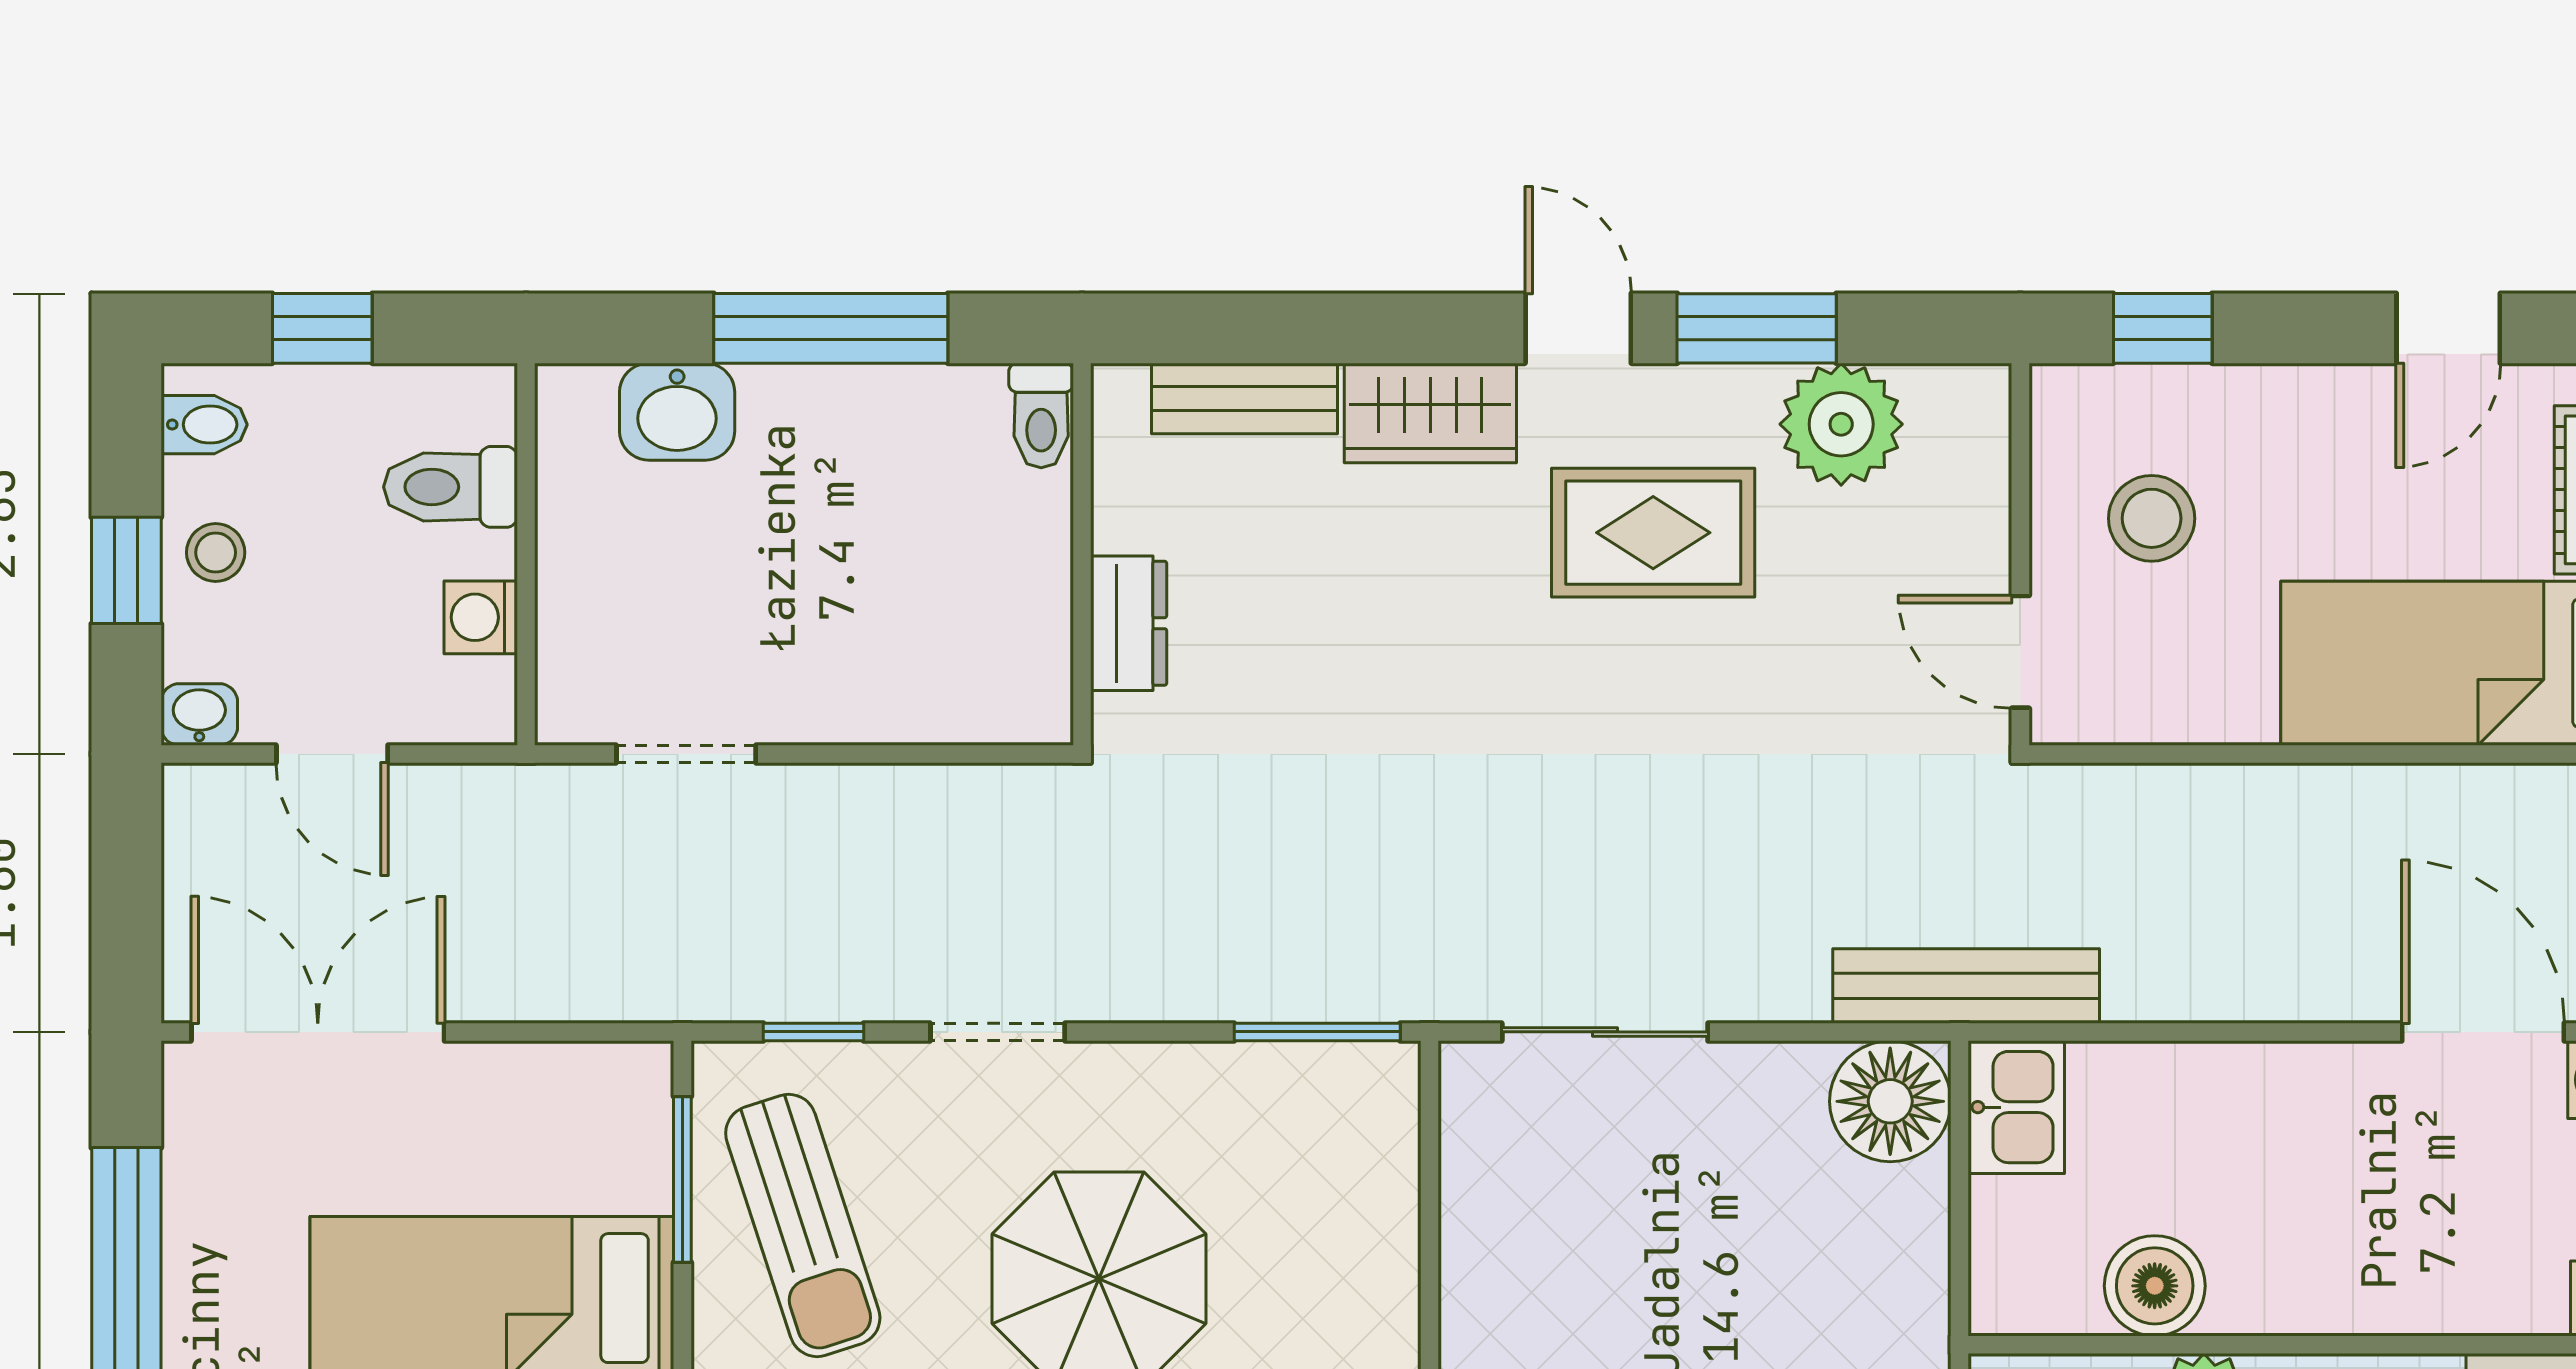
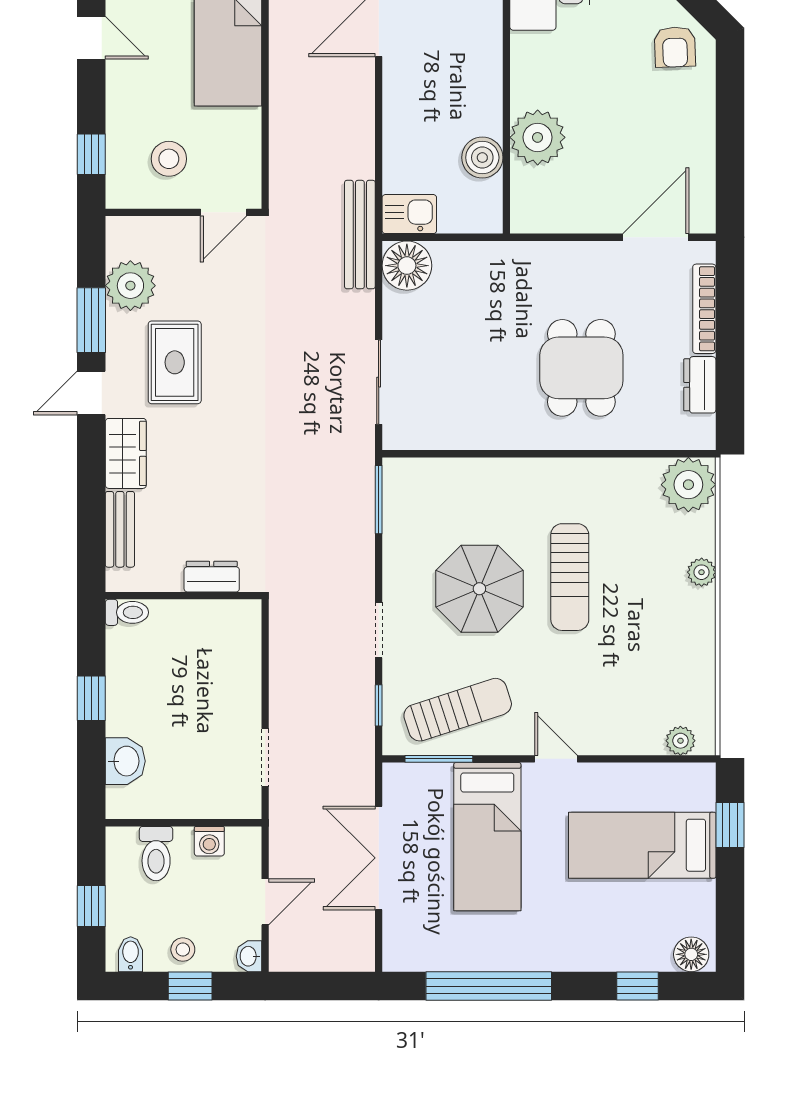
window: (831, 328) -> (91, 698), width x0.46
double door: (318, 1032) -> (379, 858), moved

